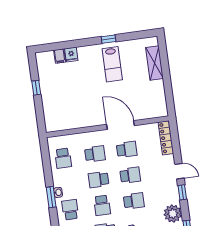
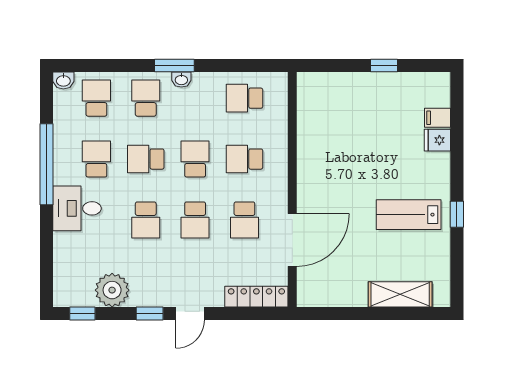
door: (120, 125) -> (292, 240), moved
school desk: (95, 154) -> (244, 159), turned 90
school desk: (70, 210) -> (146, 98), turned -90

